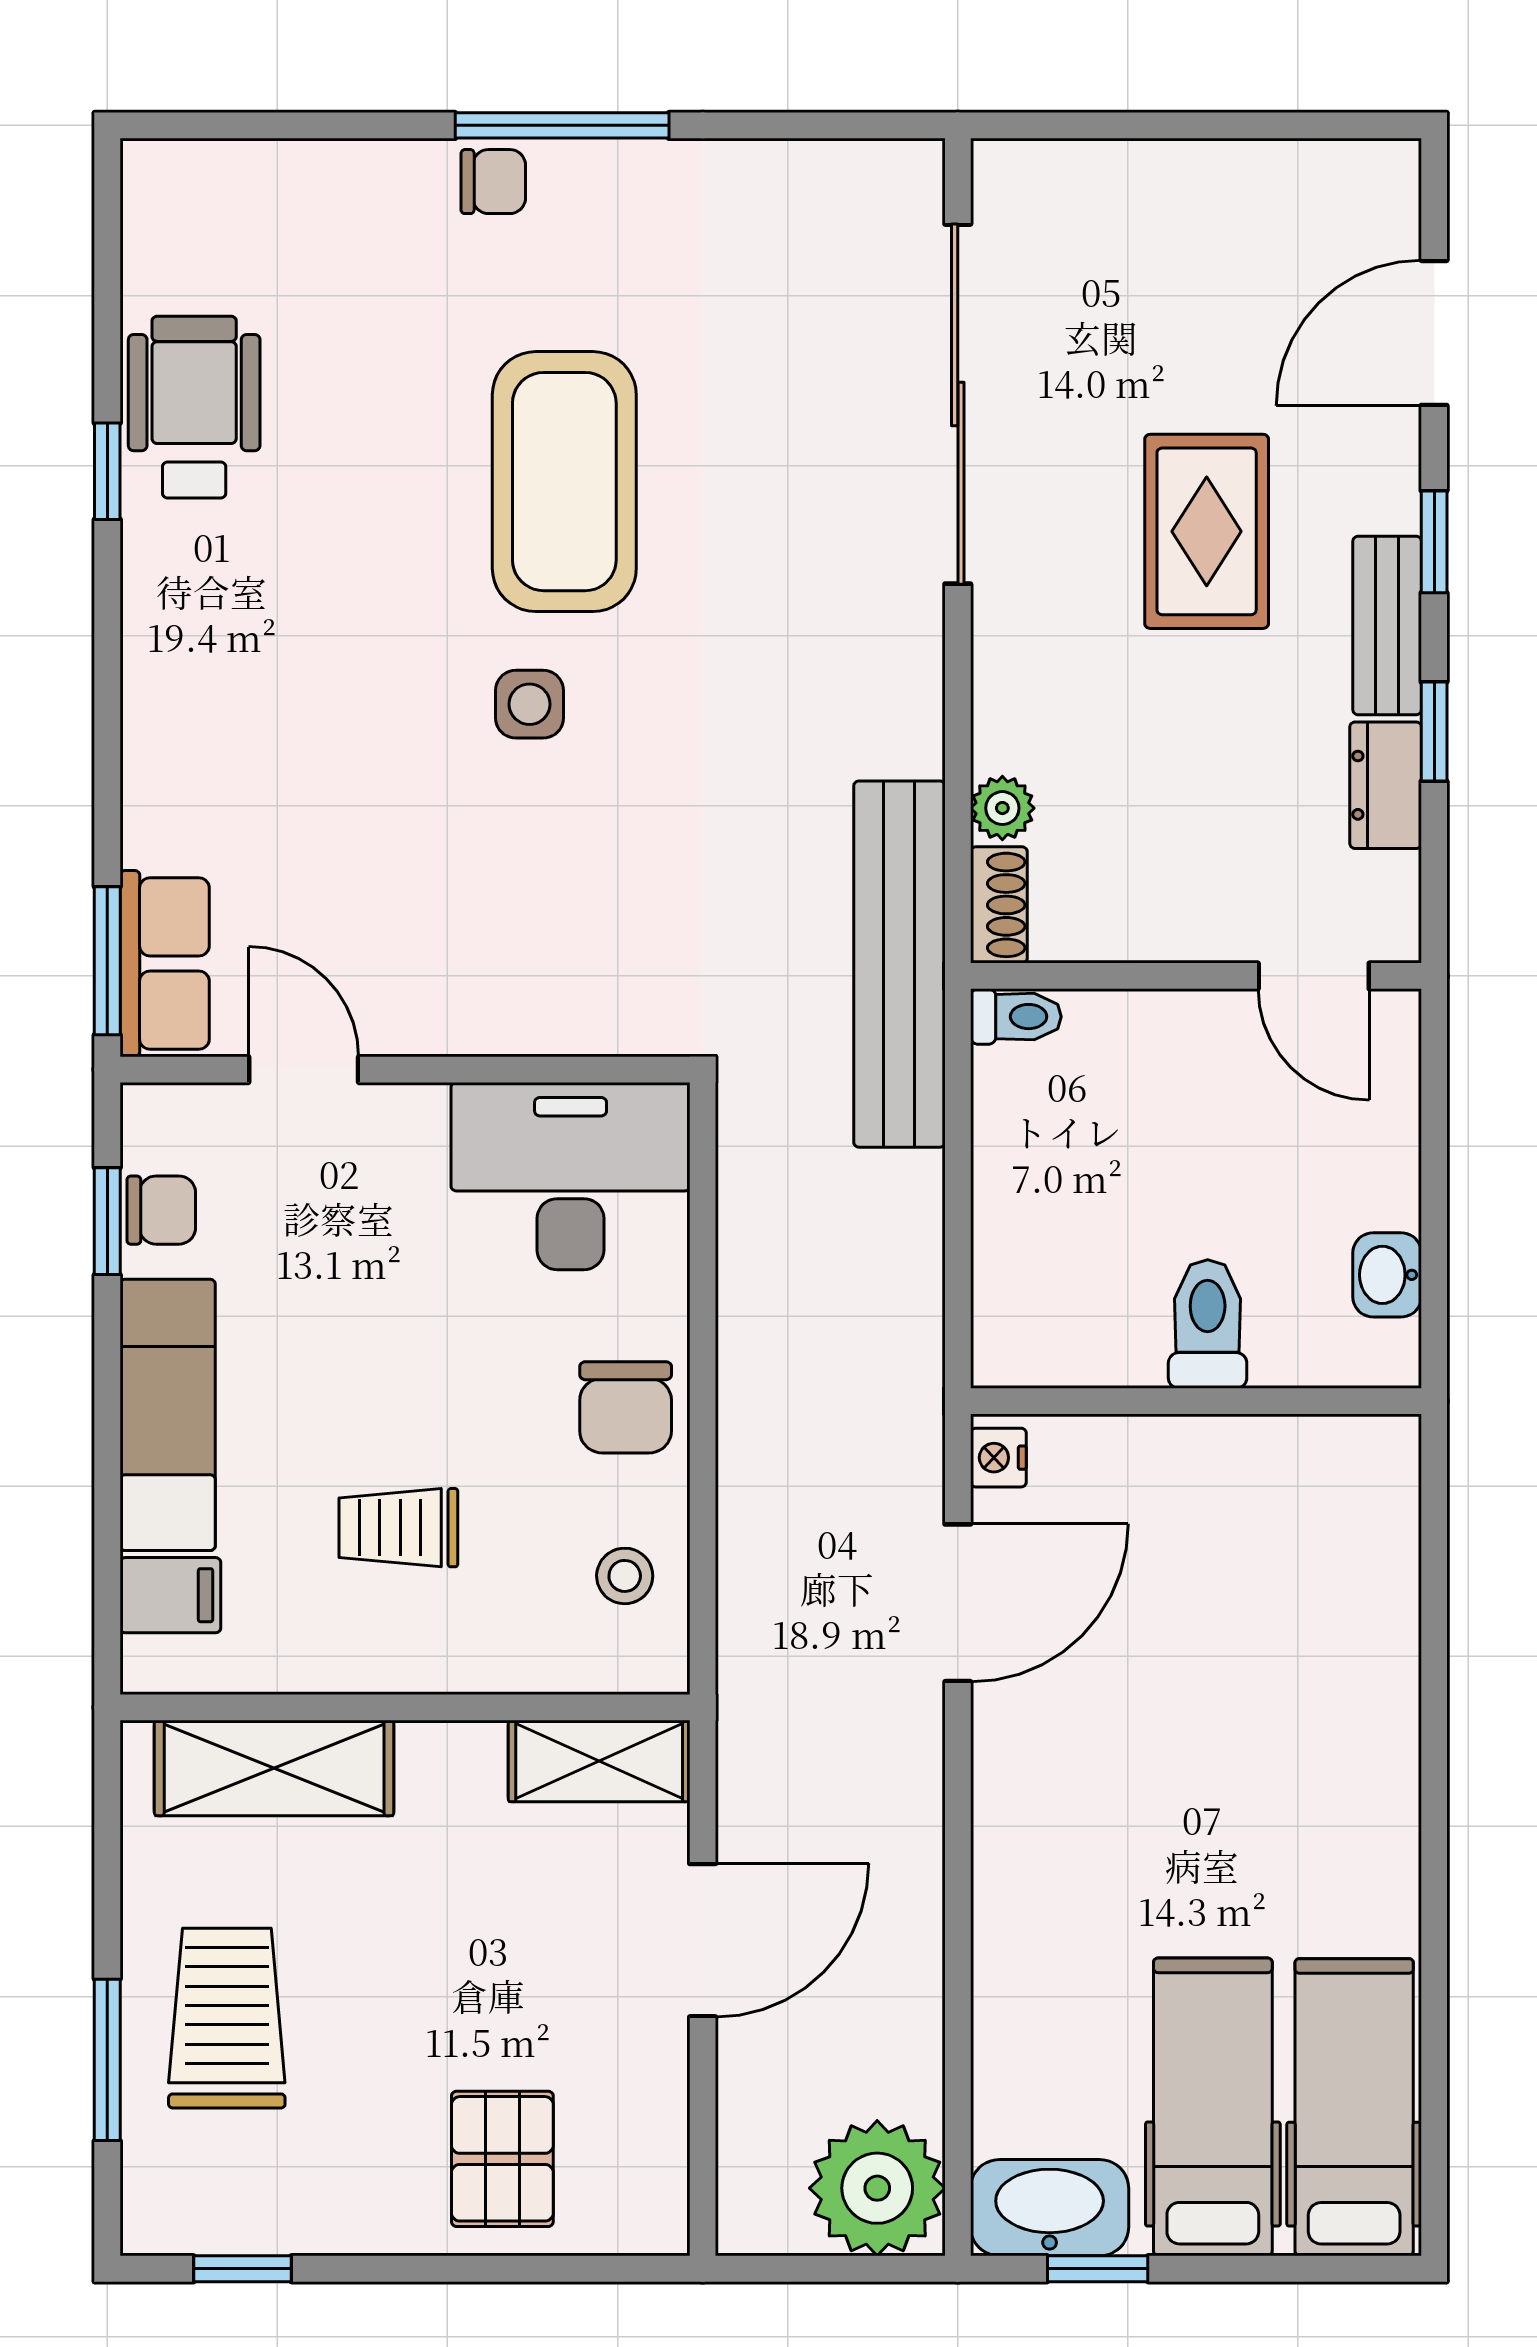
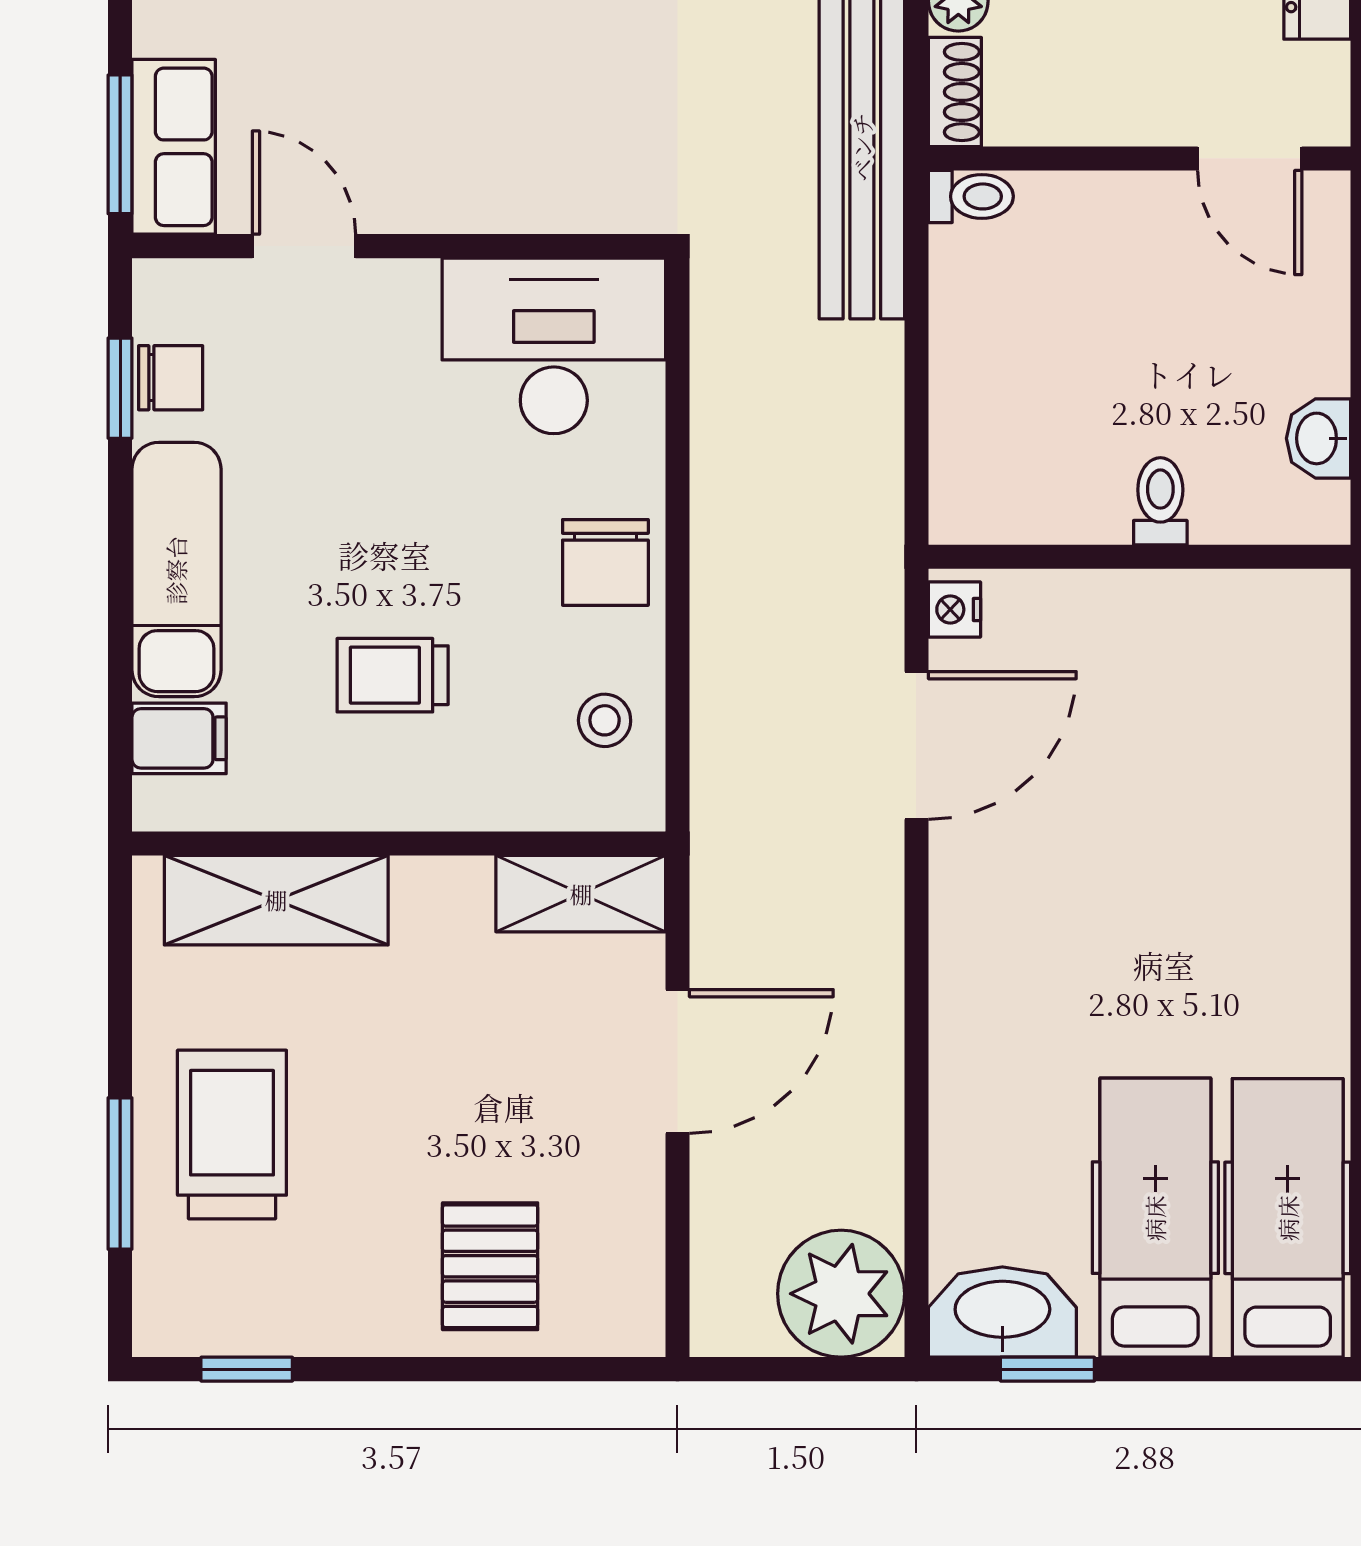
toilet: (1208, 1324) -> (1160, 501), width x0.73, depth x0.72

